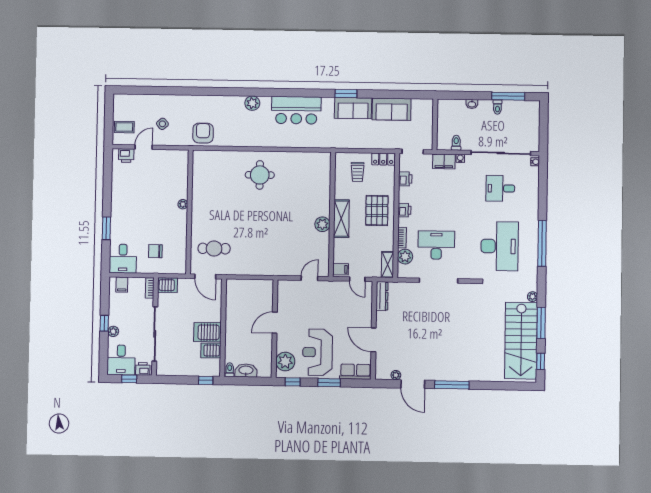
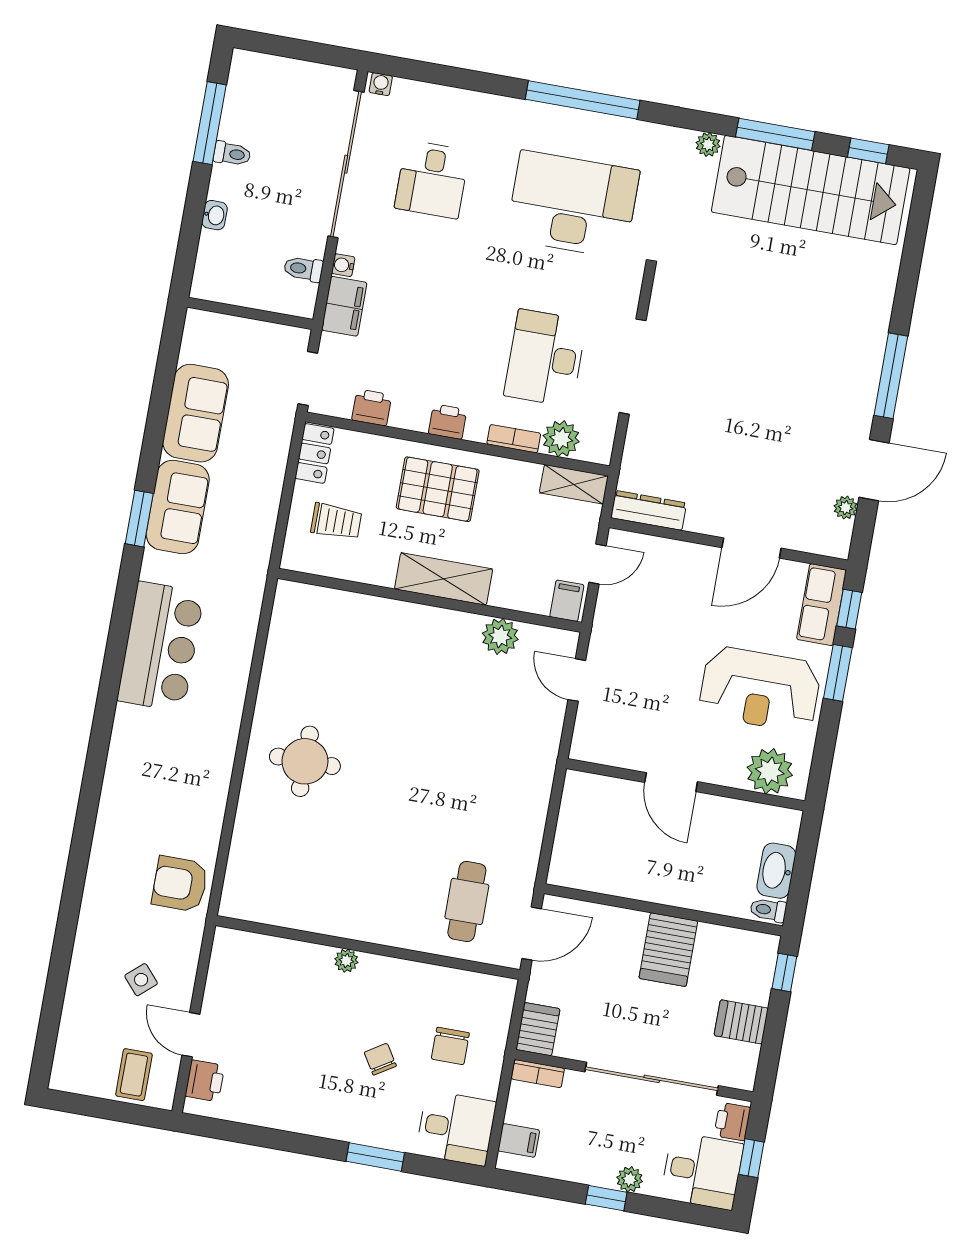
plant: (252, 103) -> (126, 752), removed
chair: (146, 224) -> (380, 1059), added
plant: (322, 224) -> (500, 636), moved
server rack: (211, 351) -> (741, 1022), moved, turned 90
window: (293, 382) -> (849, 609), moved

